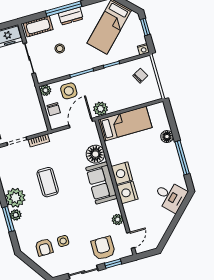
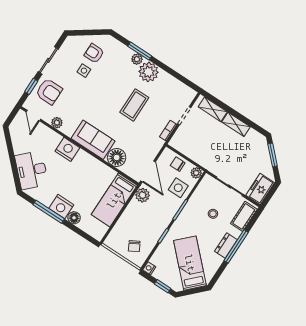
nightstand: (122, 173) -> (61, 207), moved, turned 180
coffee table: (48, 182) -> (134, 105), turned 90
desk: (170, 196) -> (32, 170), width x1.37

